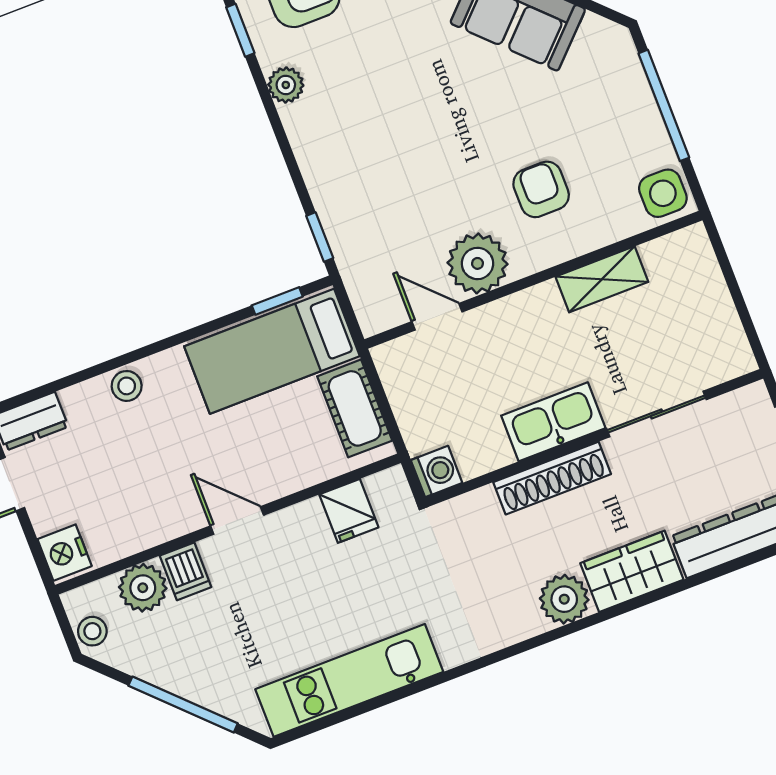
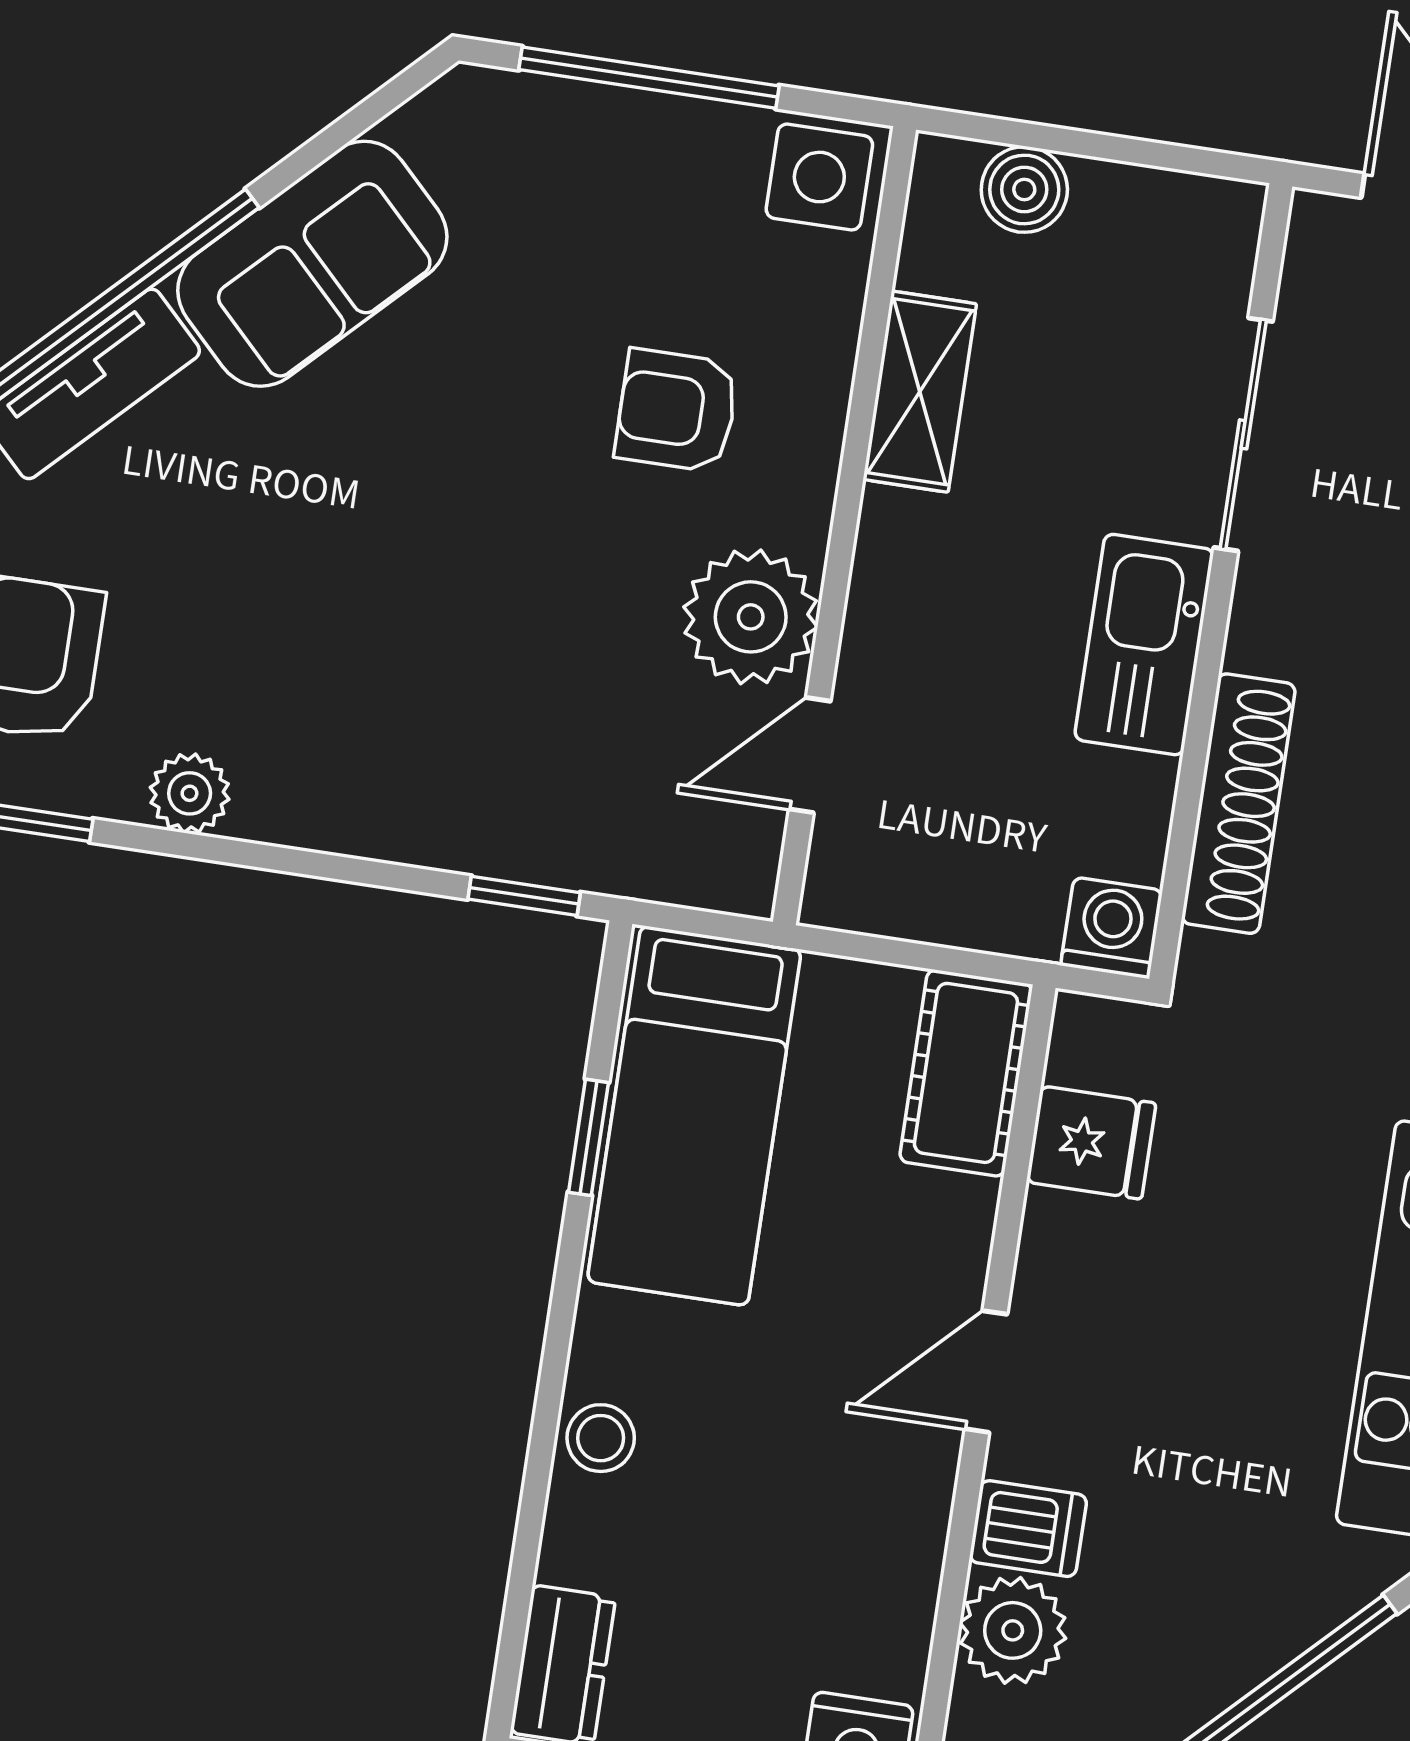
boiler: (703, 275) -> (1024, 189), added
window: (277, 301) -> (588, 1137), moved
cot: (355, 408) -> (966, 1073), moved, turned 90
shoe rack: (552, 478) -> (1238, 804), moved

